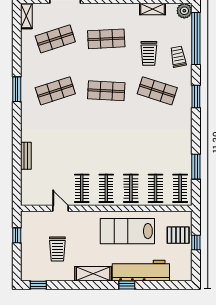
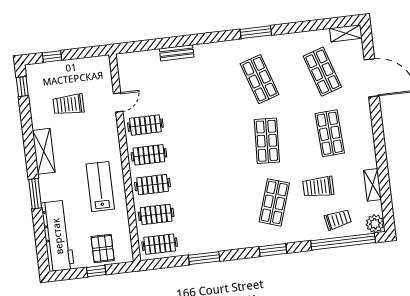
trolley: (178, 57) -> (338, 220), moved
window: (196, 167) -> (204, 258), moved
lab bench: (127, 231) -> (100, 187), width x0.73, depth x0.72
window: (17, 235) -> (52, 56), moved
workbench: (141, 271) -> (58, 236), moved
window: (127, 285) -> (35, 194), width x1.50

